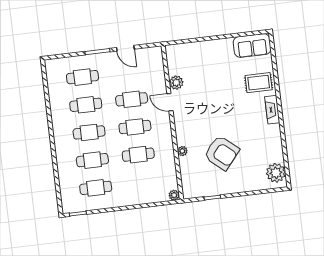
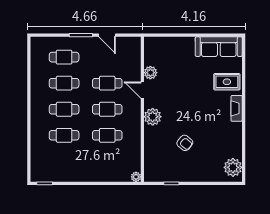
sofa: (252, 46) -> (219, 47), width x1.36
plant: (182, 151) -> (153, 117), moved, width x1.87, depth x1.87
armchair: (222, 153) -> (185, 143), width x0.53, depth x0.53
cafe table: (96, 188) -> (64, 161), removed

